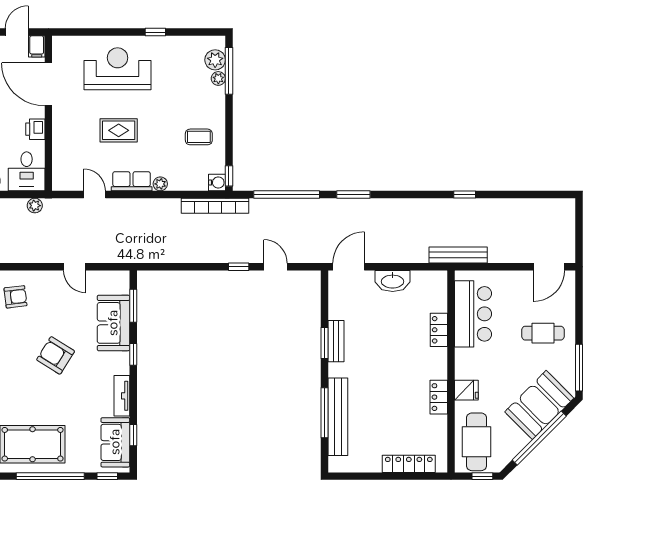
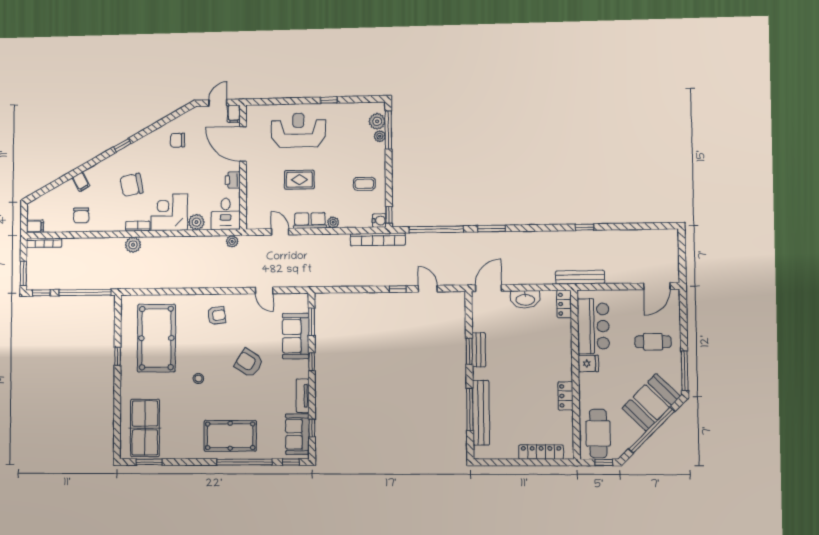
locker: (439, 330) -> (564, 304), moved
fridge: (466, 390) -> (588, 363), moved

